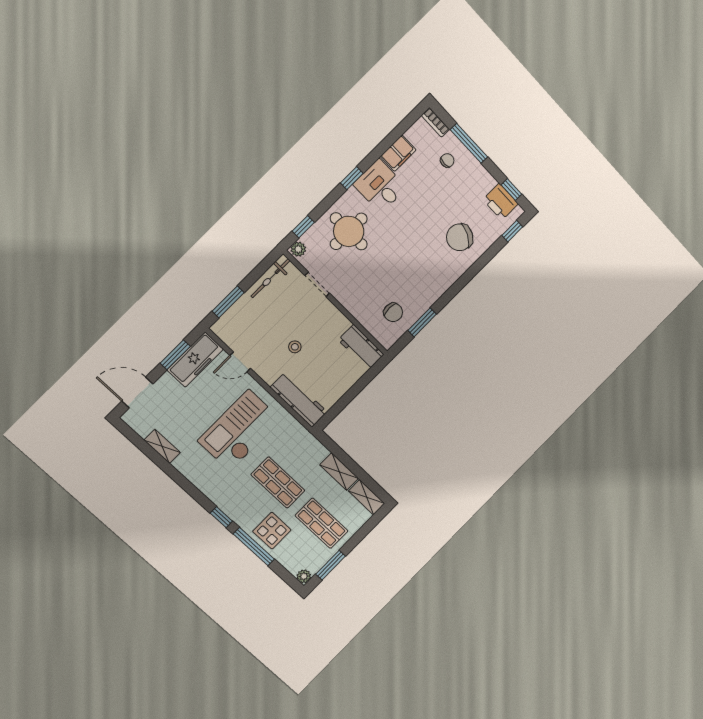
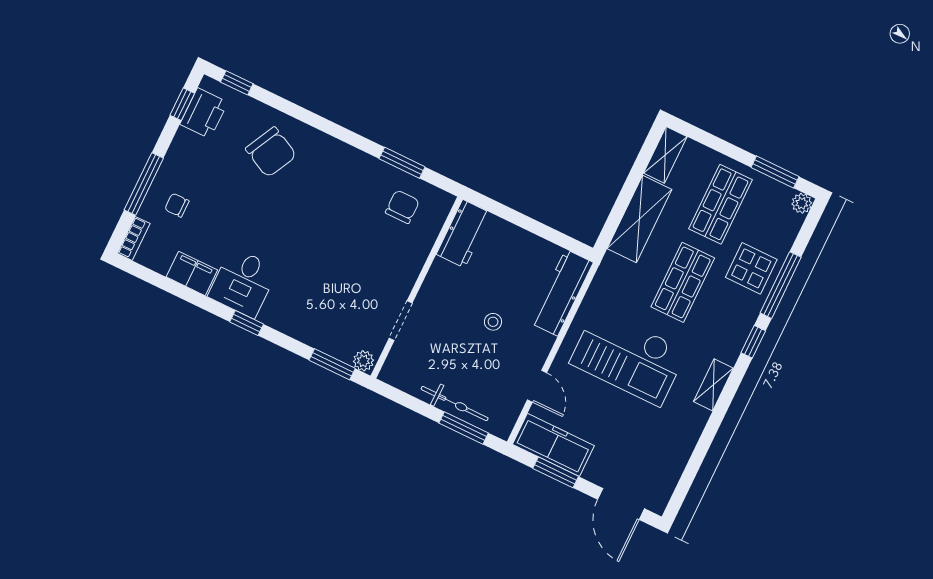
window: (303, 227) -> (332, 364), width x1.50
round table: (349, 231) -> (317, 303), removed
bicycle: (270, 278) -> (455, 404), moved
shelving: (162, 446) -> (713, 385), moved
shelving: (339, 472) -> (639, 219), width x1.50, depth x1.33

